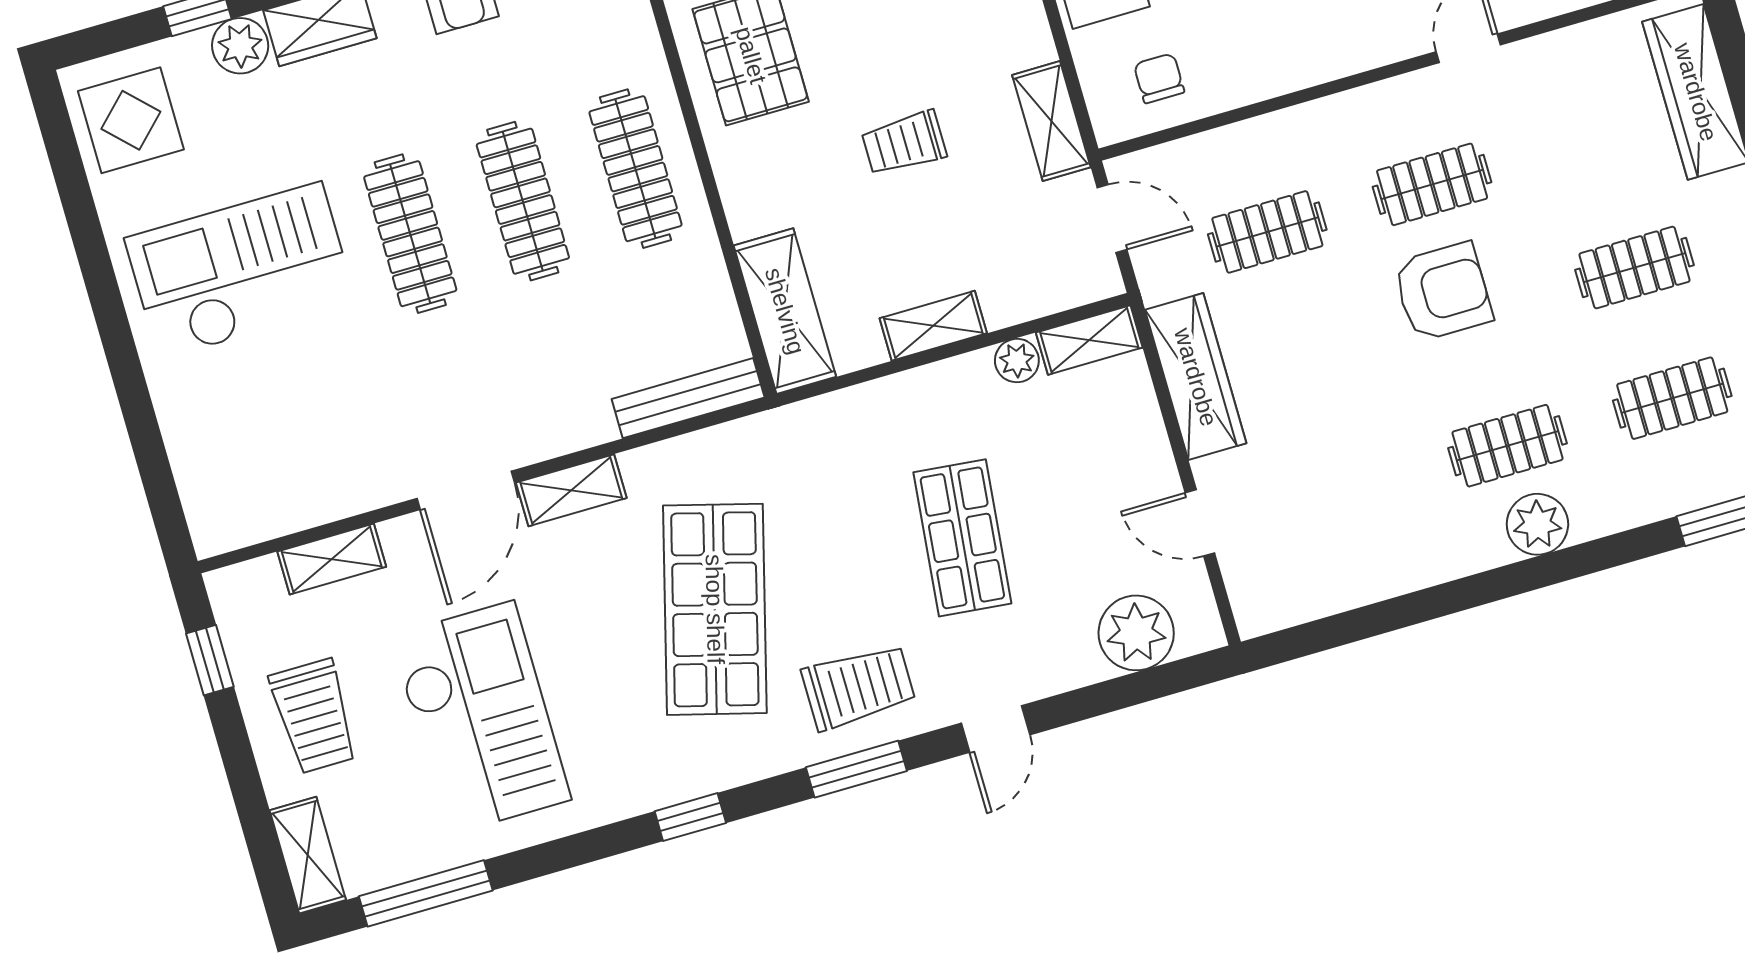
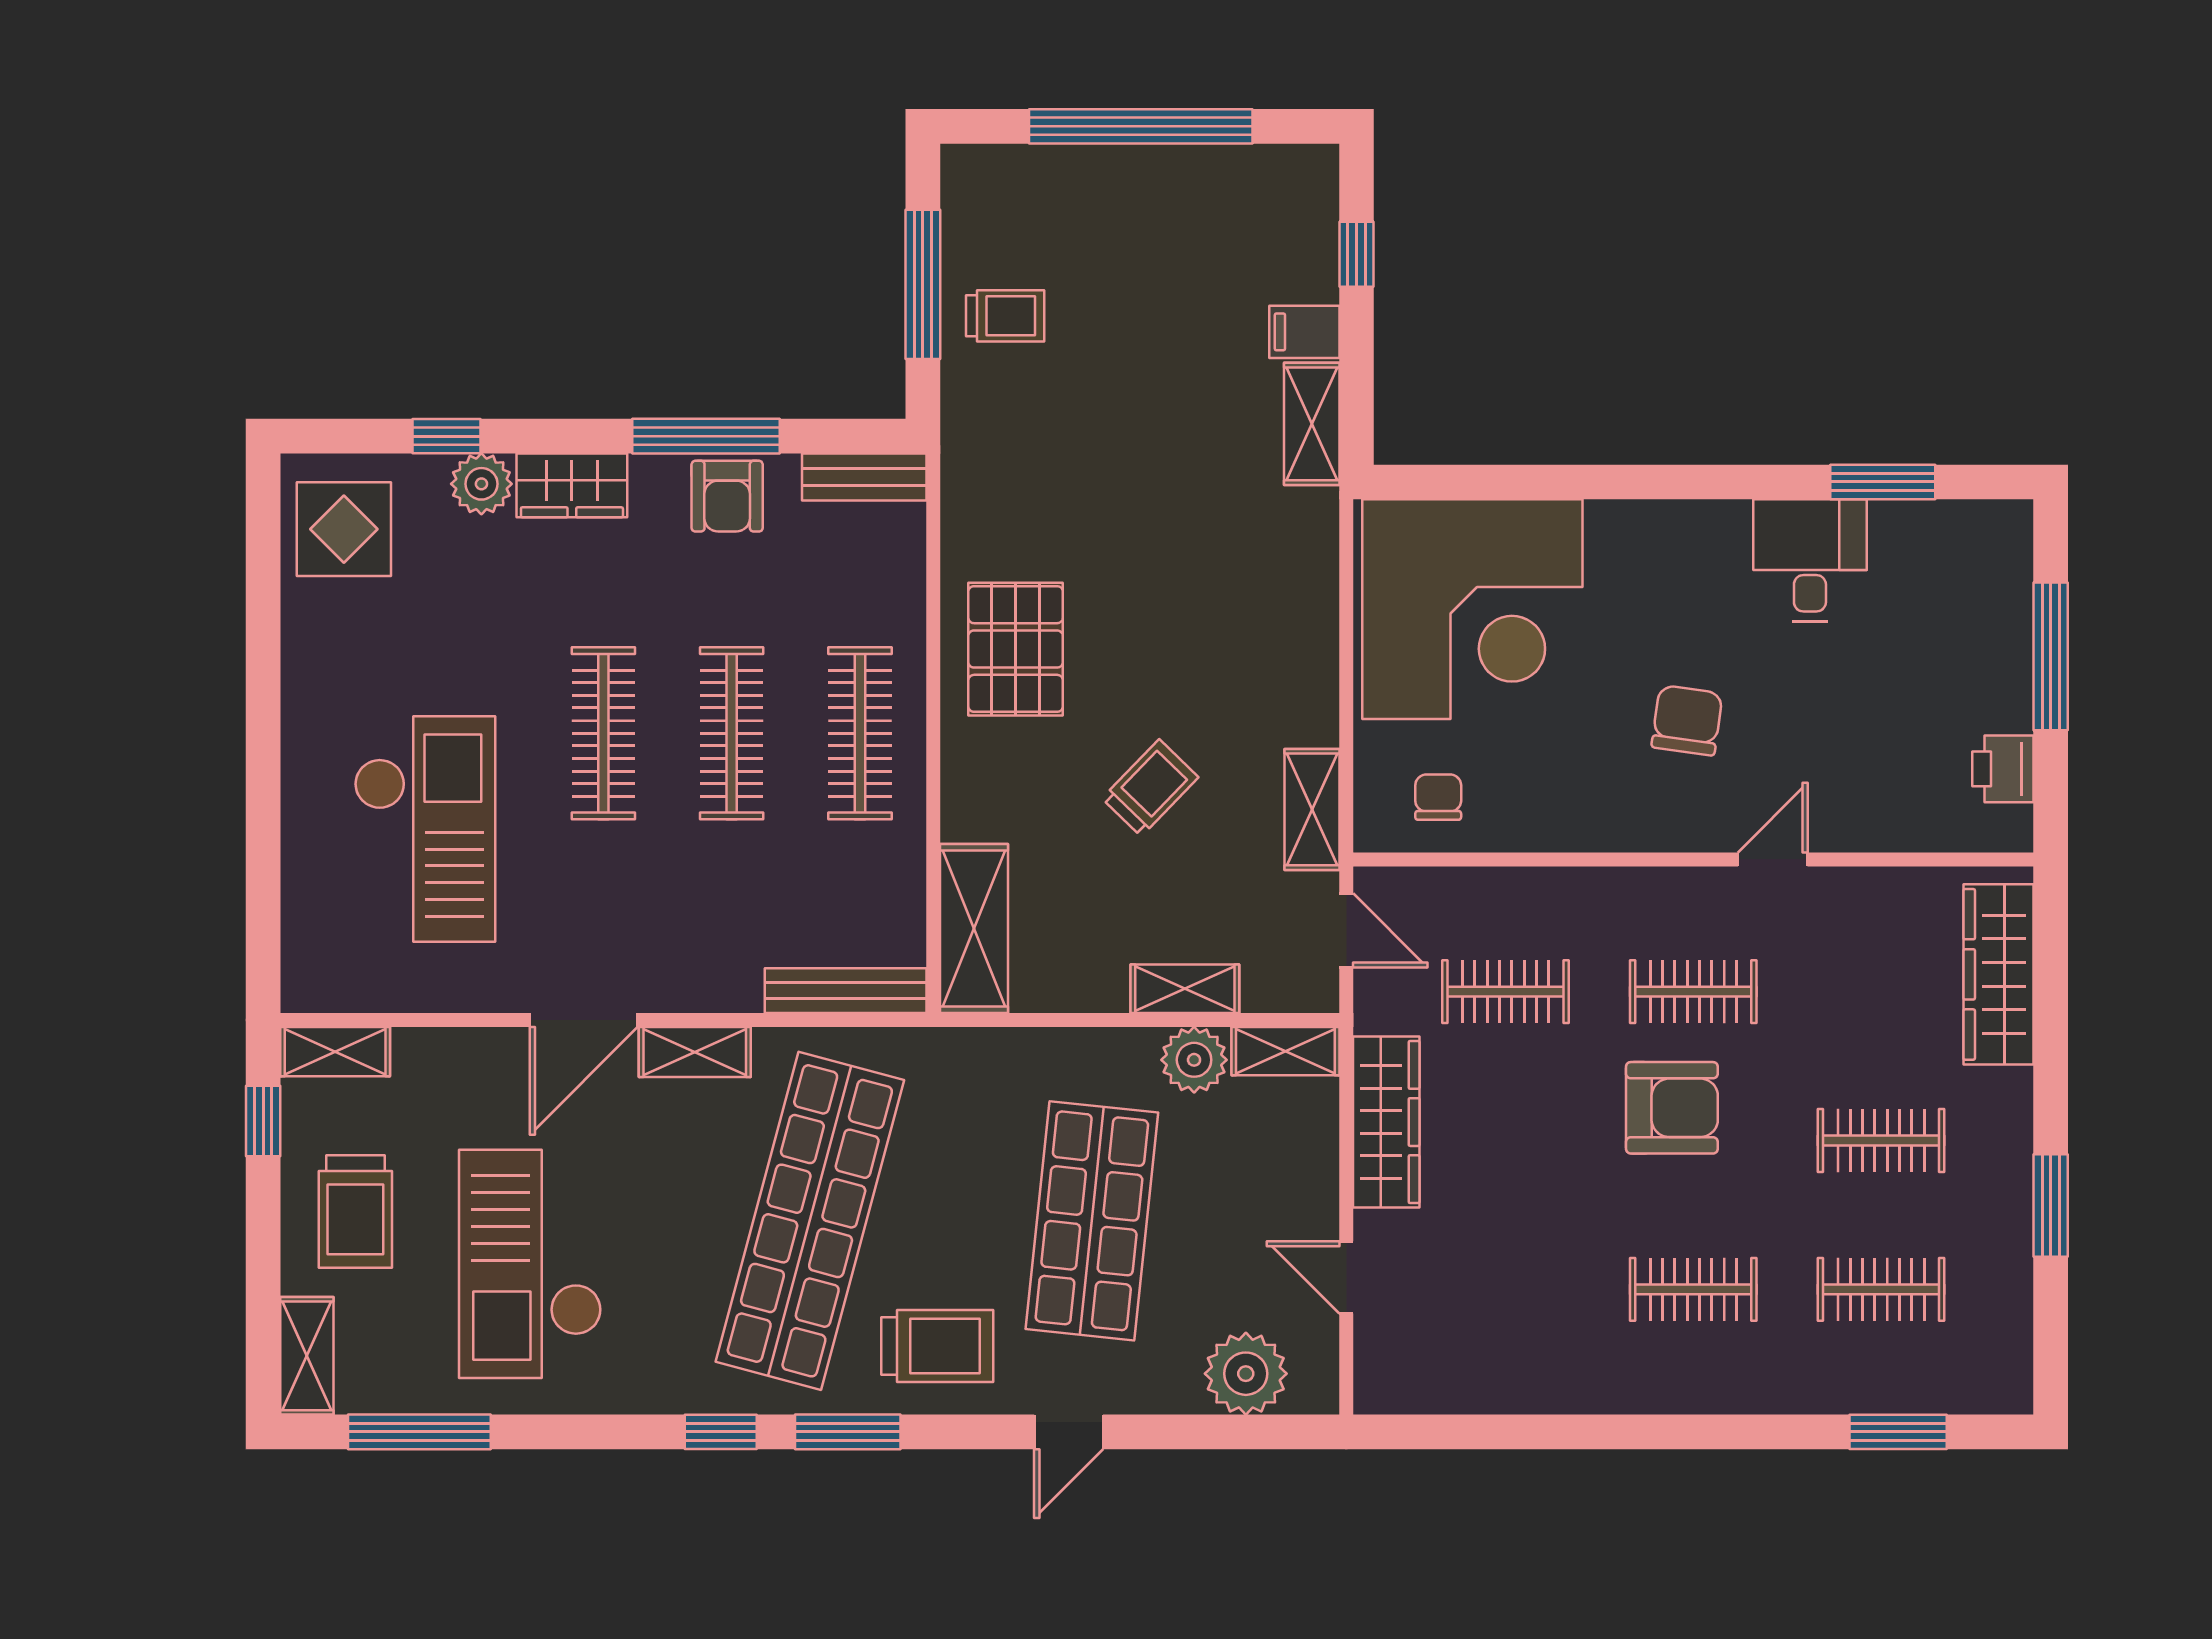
trolley: (904, 143) -> (1150, 788), turned 134
checkout: (241, 271) -> (425, 829), moved, turned 90
shelving: (933, 326) -> (1185, 989), moved
plant: (1017, 361) -> (1194, 1060), width x1.38, depth x1.38
plant: (1537, 524) -> (1701, 1381), removed
shop shelf: (962, 538) -> (1092, 1221), width x1.43, depth x1.36
shelving: (332, 559) -> (335, 1052), moved
shop shelf: (715, 609) -> (810, 1221), width x1.40
checkout: (481, 718) -> (530, 1264), turned 180
window: (856, 769) -> (848, 1432), moved

